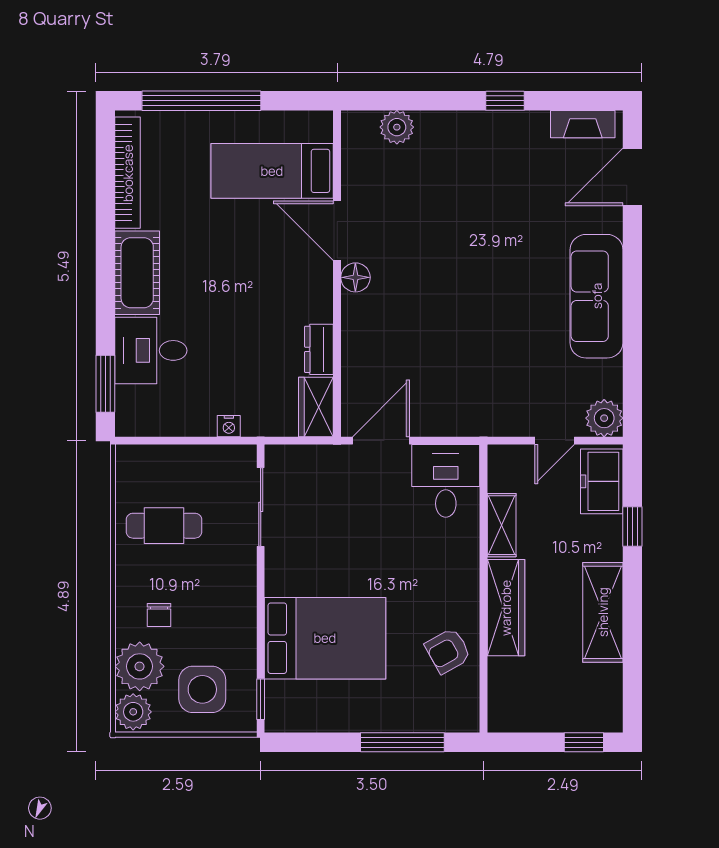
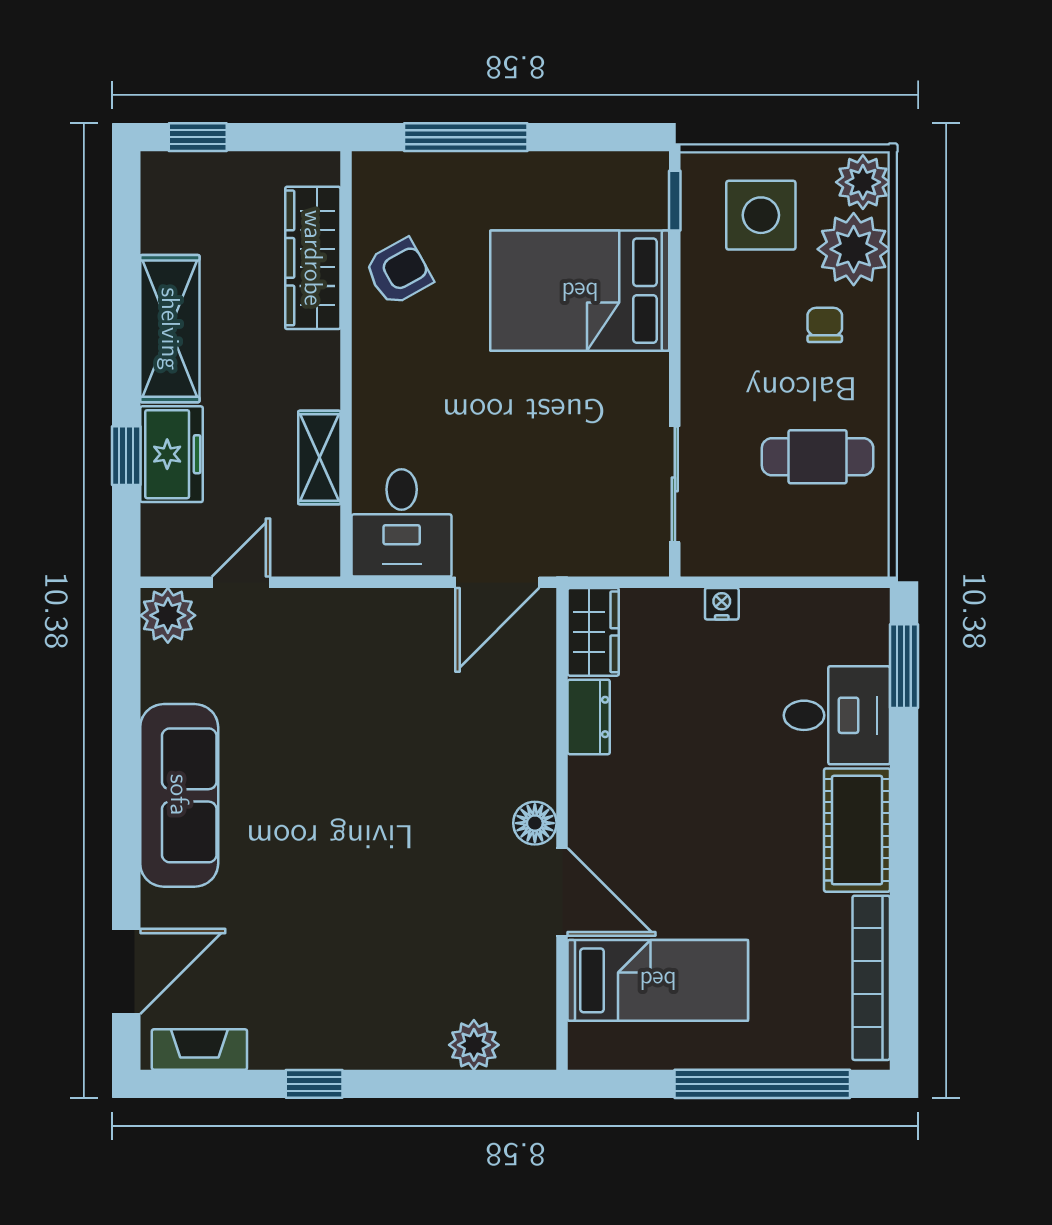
freezer: (602, 481) -> (172, 454), moved
wardrobe: (506, 608) -> (313, 258), moved

